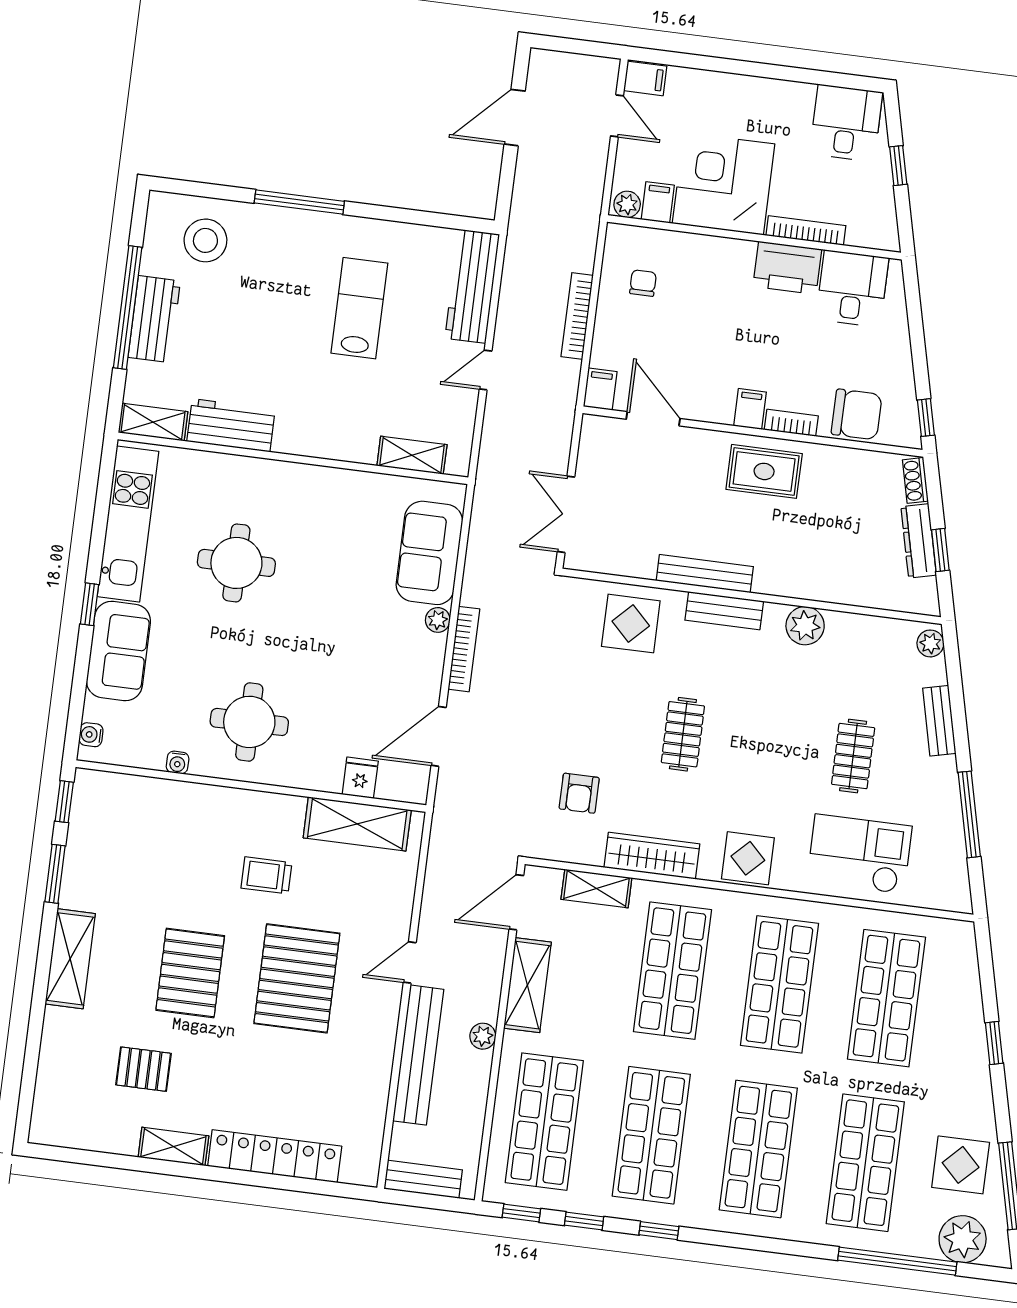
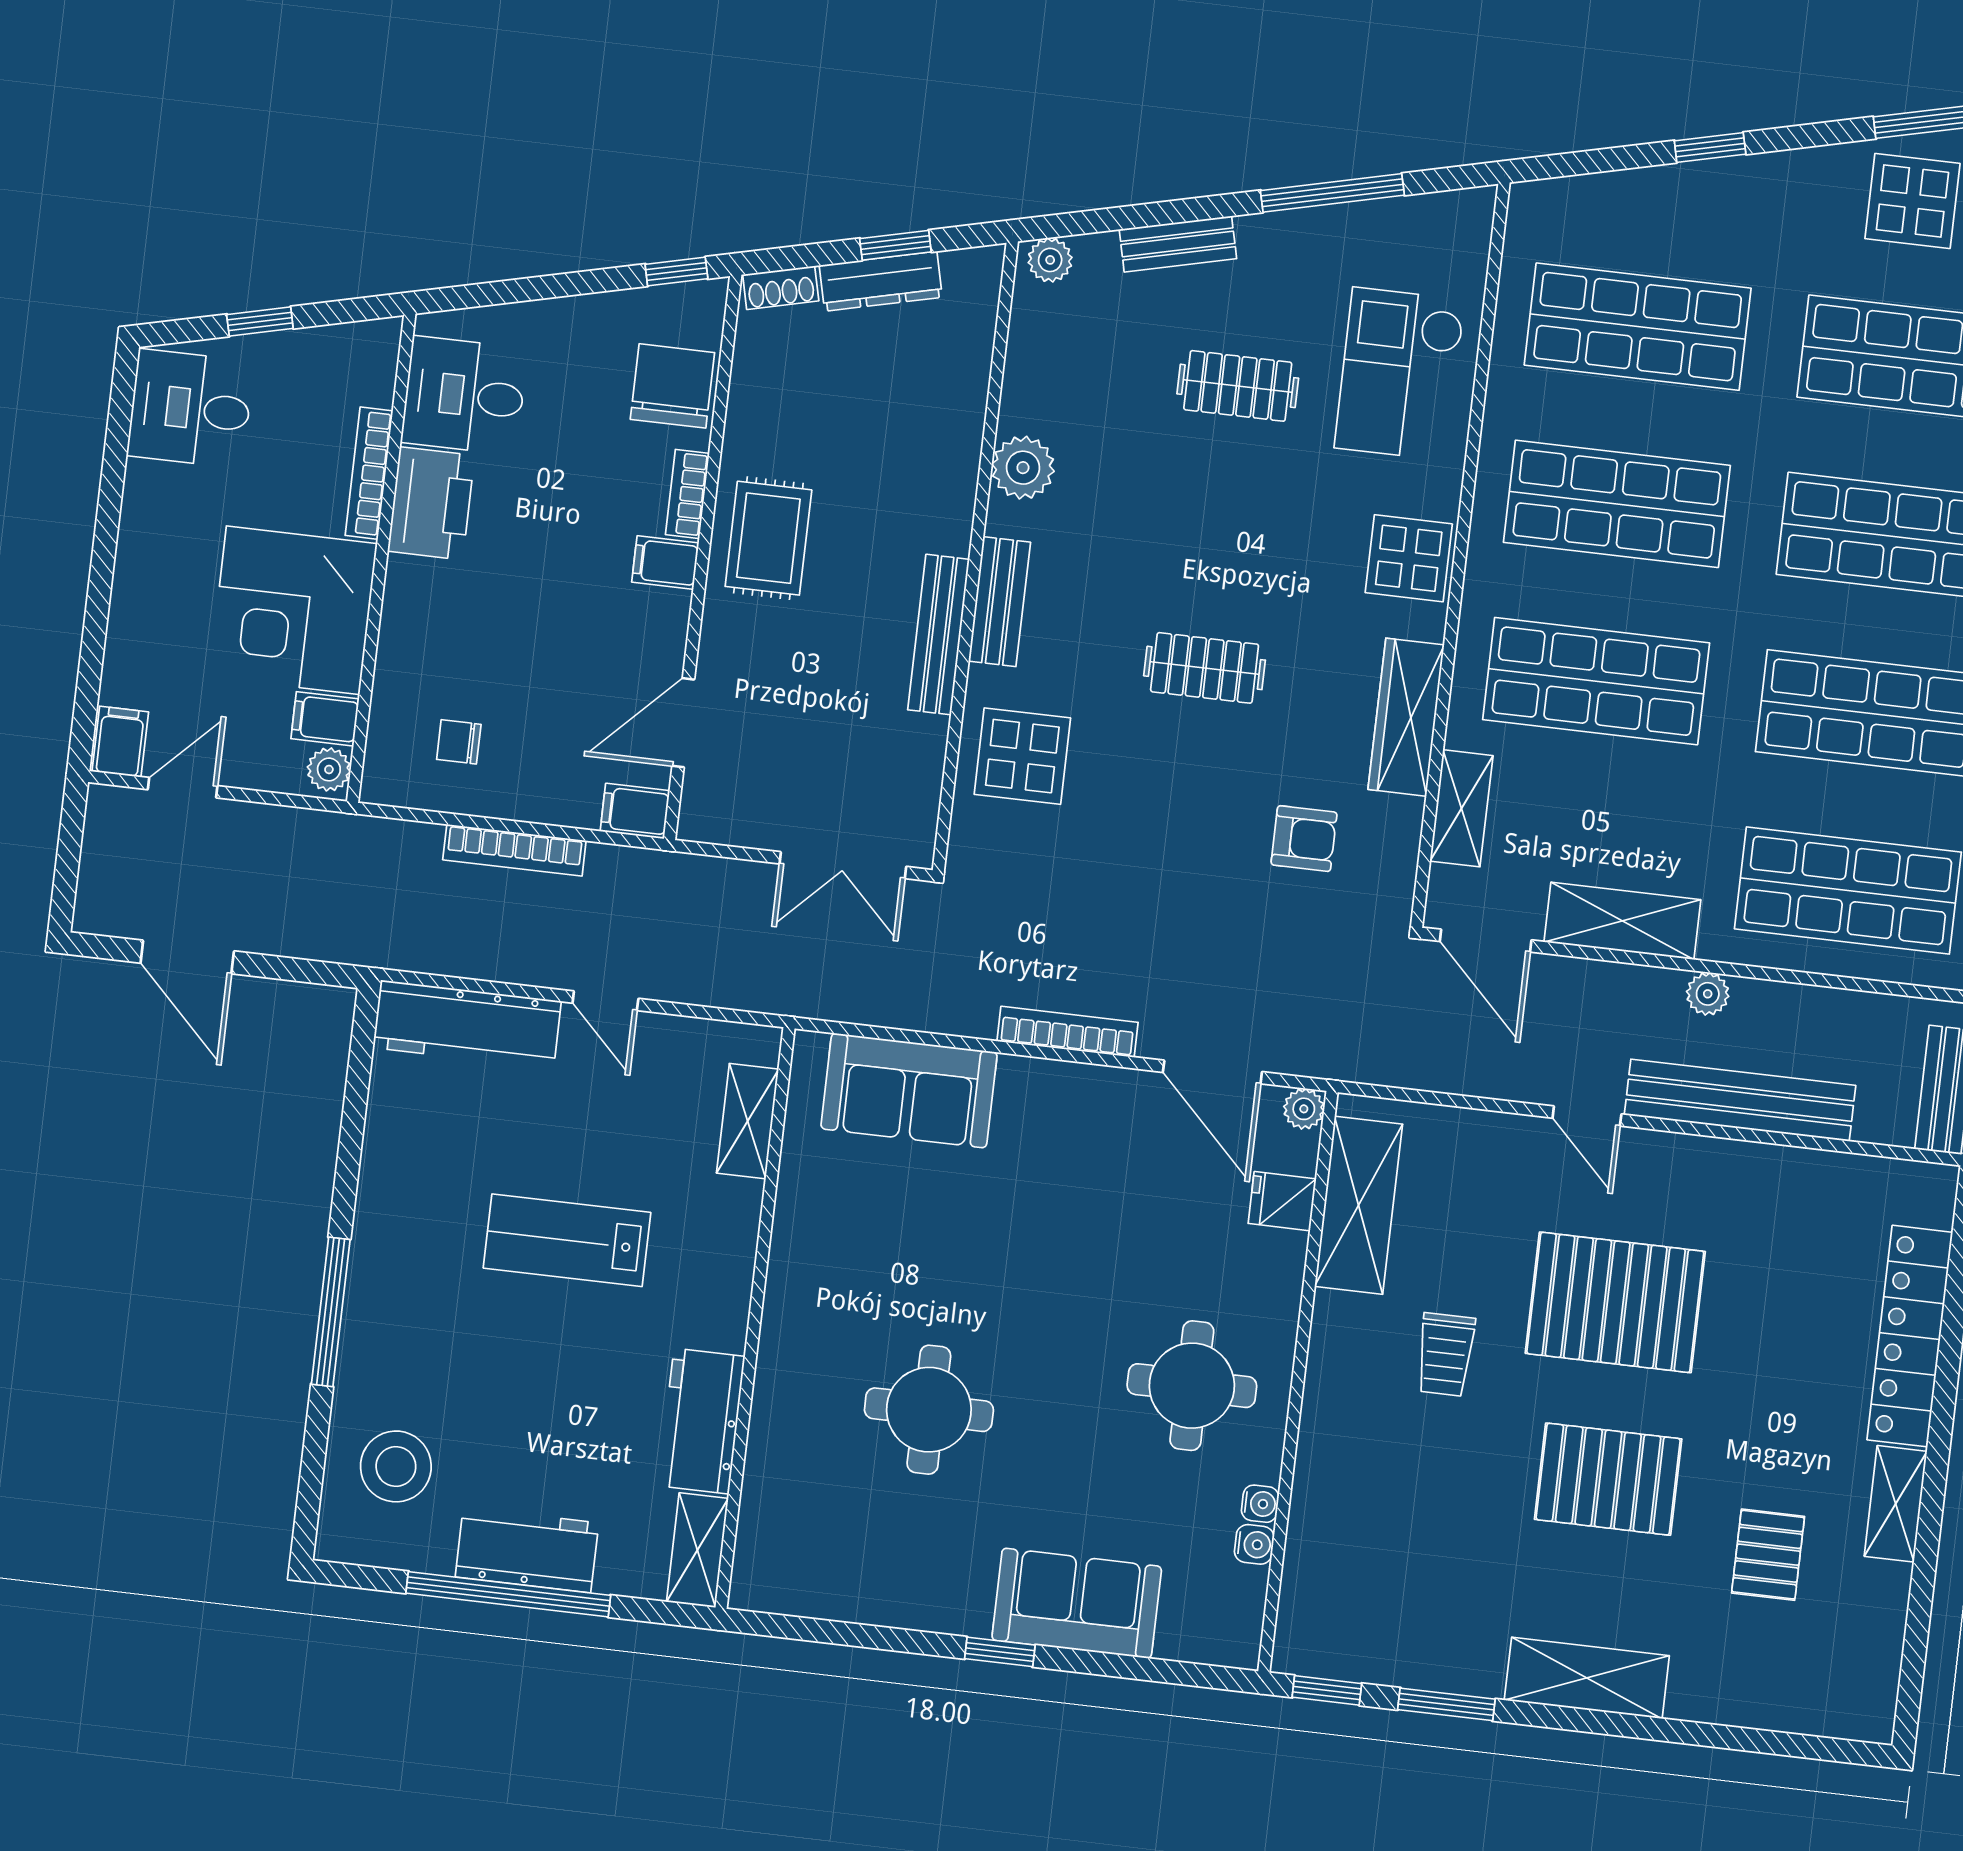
lab bench: (359, 308) -> (567, 1240), moved
kitchen unit: (128, 524) -> (866, 1590), removed
plant: (438, 620) -> (1304, 1109), moved
water cooler: (91, 735) -> (1254, 1544), moved, turned -90

